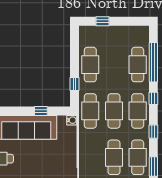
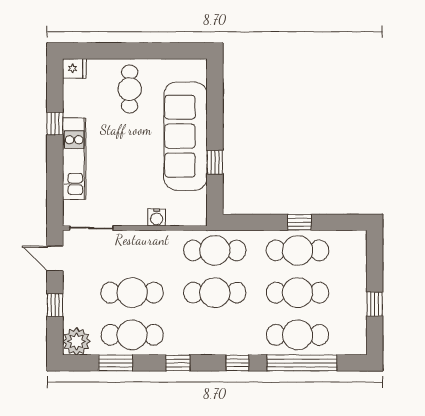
window: (102, 21) -> (375, 304), moved
window: (75, 84) -> (299, 222), moved
cafe table: (138, 111) -> (298, 293), moved
water cooler: (72, 120) -> (157, 217), moved

